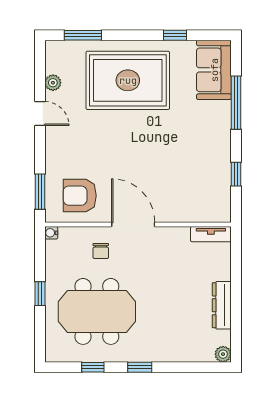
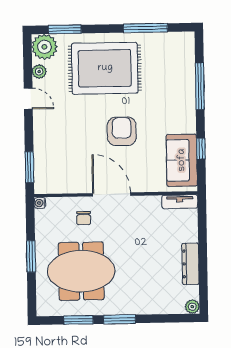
window: (175, 35) -> (145, 28), width x2.17
plant: (59, 55) -> (44, 47), added
sofa: (214, 70) -> (182, 160), moved
armchair: (80, 196) -> (122, 131), moved, turned 90
window: (40, 294) -> (31, 256), width x1.50
window: (93, 367) -> (78, 320), width x1.50
window: (140, 367) -> (120, 319), width x1.50

